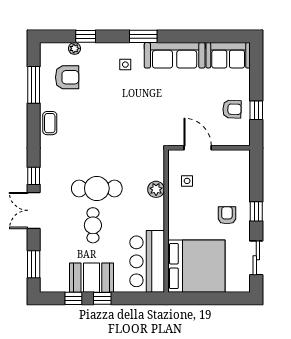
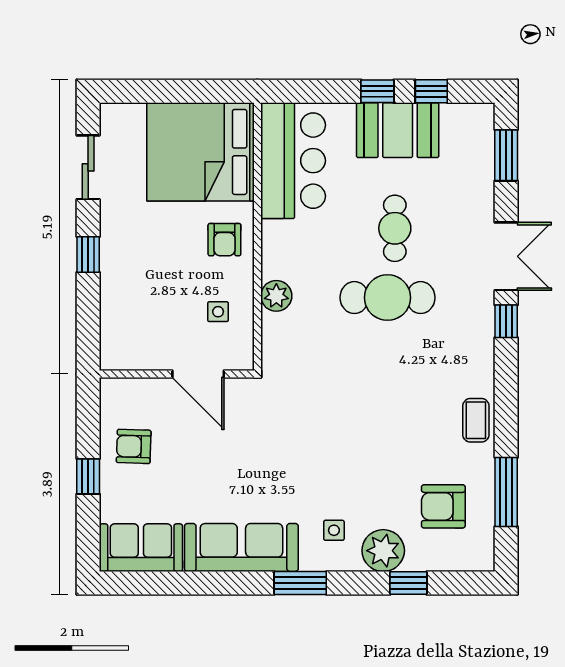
plant: (74, 48) -> (383, 551), moved, width x1.88, depth x1.88
window: (256, 110) -> (88, 476), moved
armchair: (227, 215) -> (224, 240), moved

